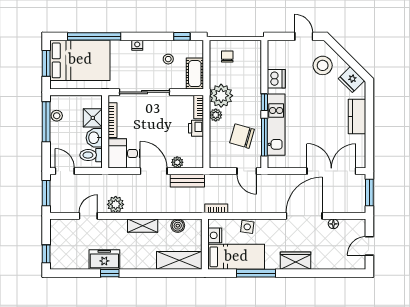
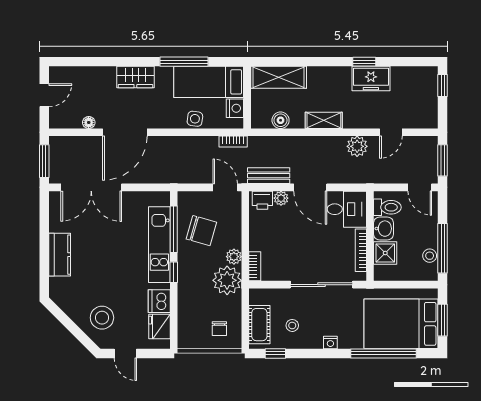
cot: (195, 74) -> (259, 325), moved
fridge: (351, 80) -> (159, 327), moved, turned -135
printer: (196, 128) -> (262, 200), moved, turned 90
door: (247, 171) -> (225, 187), moved

